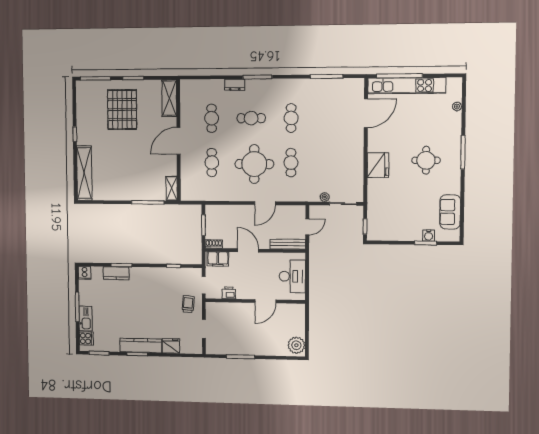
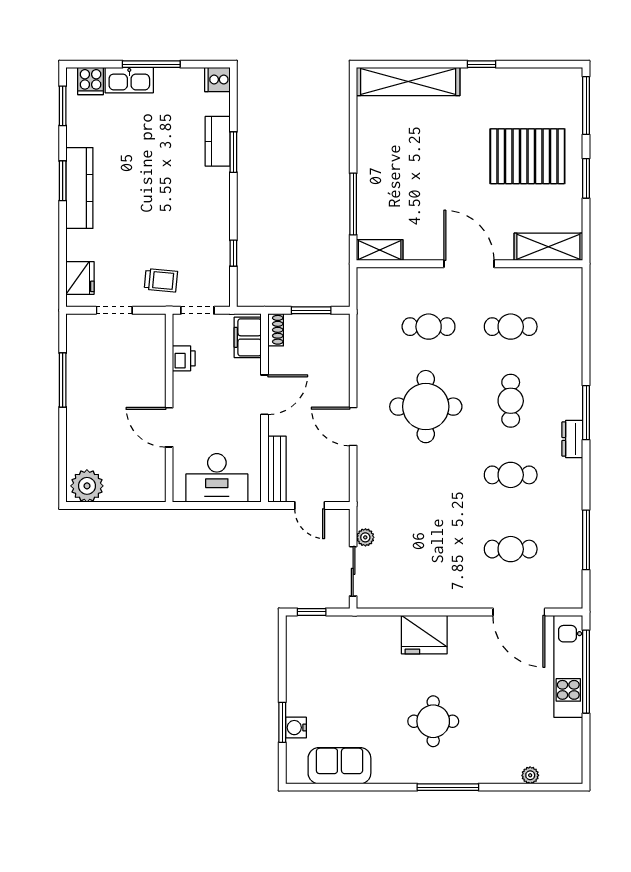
dresser: (235, 85) -> (572, 439), moved
kitchen unit: (407, 86) -> (568, 666), width x0.73
cafe table: (291, 163) -> (511, 549), moved
fridge: (171, 346) -> (80, 278), moved

